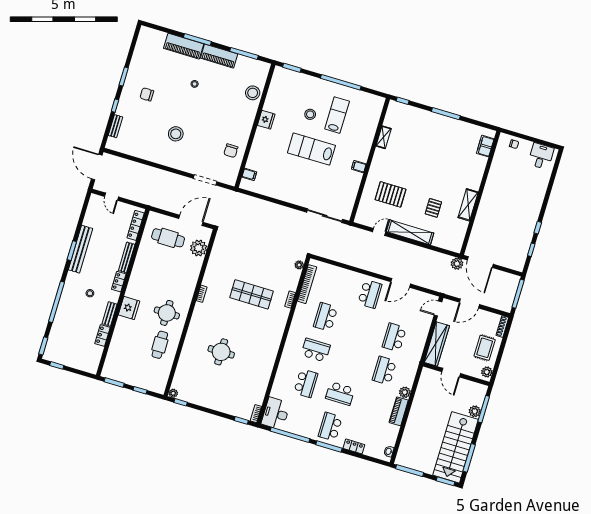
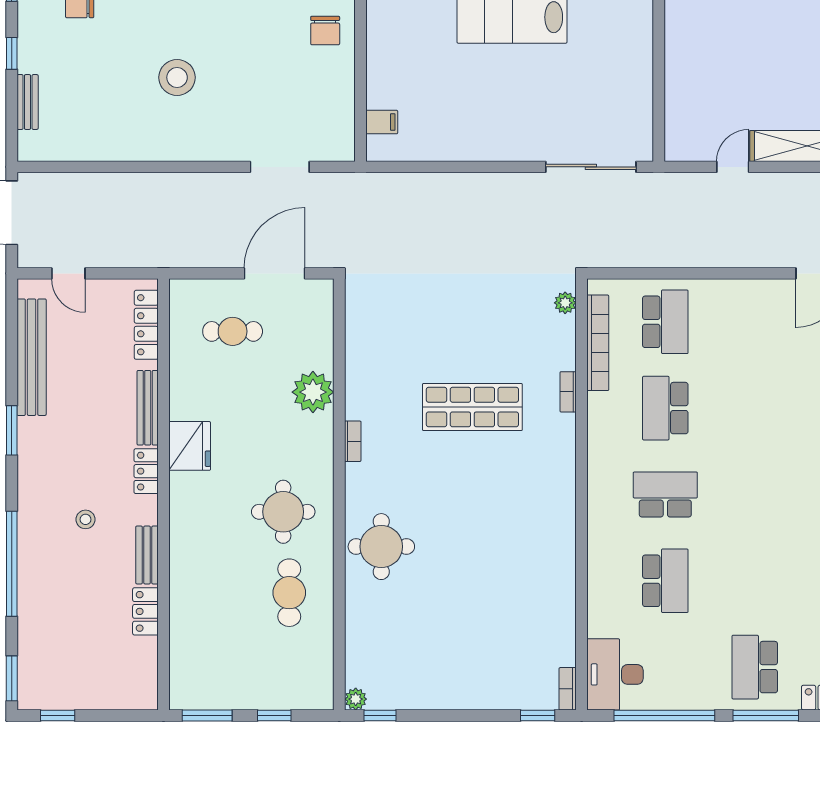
chair: (231, 151) -> (325, 30), moved
filing cabinet: (359, 167) -> (638, 25), removed
pallet: (390, 194) -> (733, 69), removed
cafe table: (168, 238) -> (233, 331), width x0.73, depth x0.74
plant: (199, 248) -> (313, 392), moved
bench: (81, 249) -> (32, 357), moved
school desk: (370, 294) -> (665, 322), moved
fridge: (129, 308) -> (190, 446), moved
round table: (221, 352) -> (381, 547), moved
school desk: (340, 394) -> (755, 581), removed

